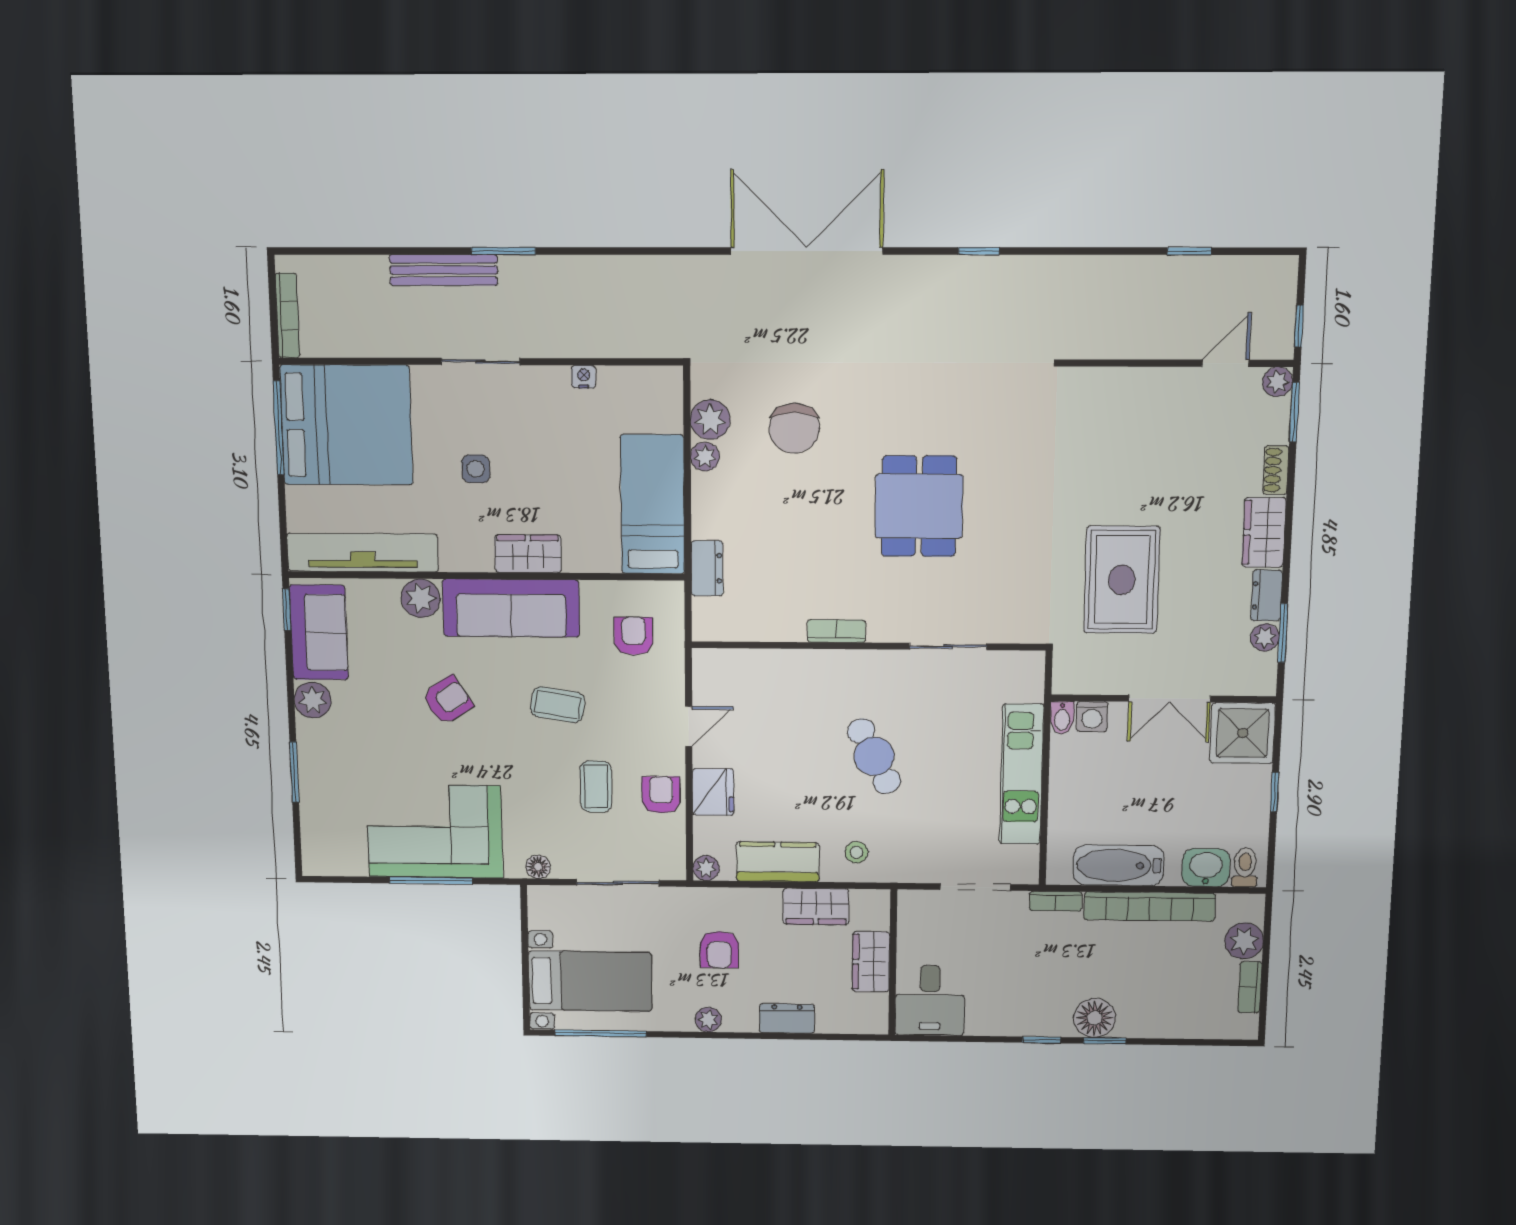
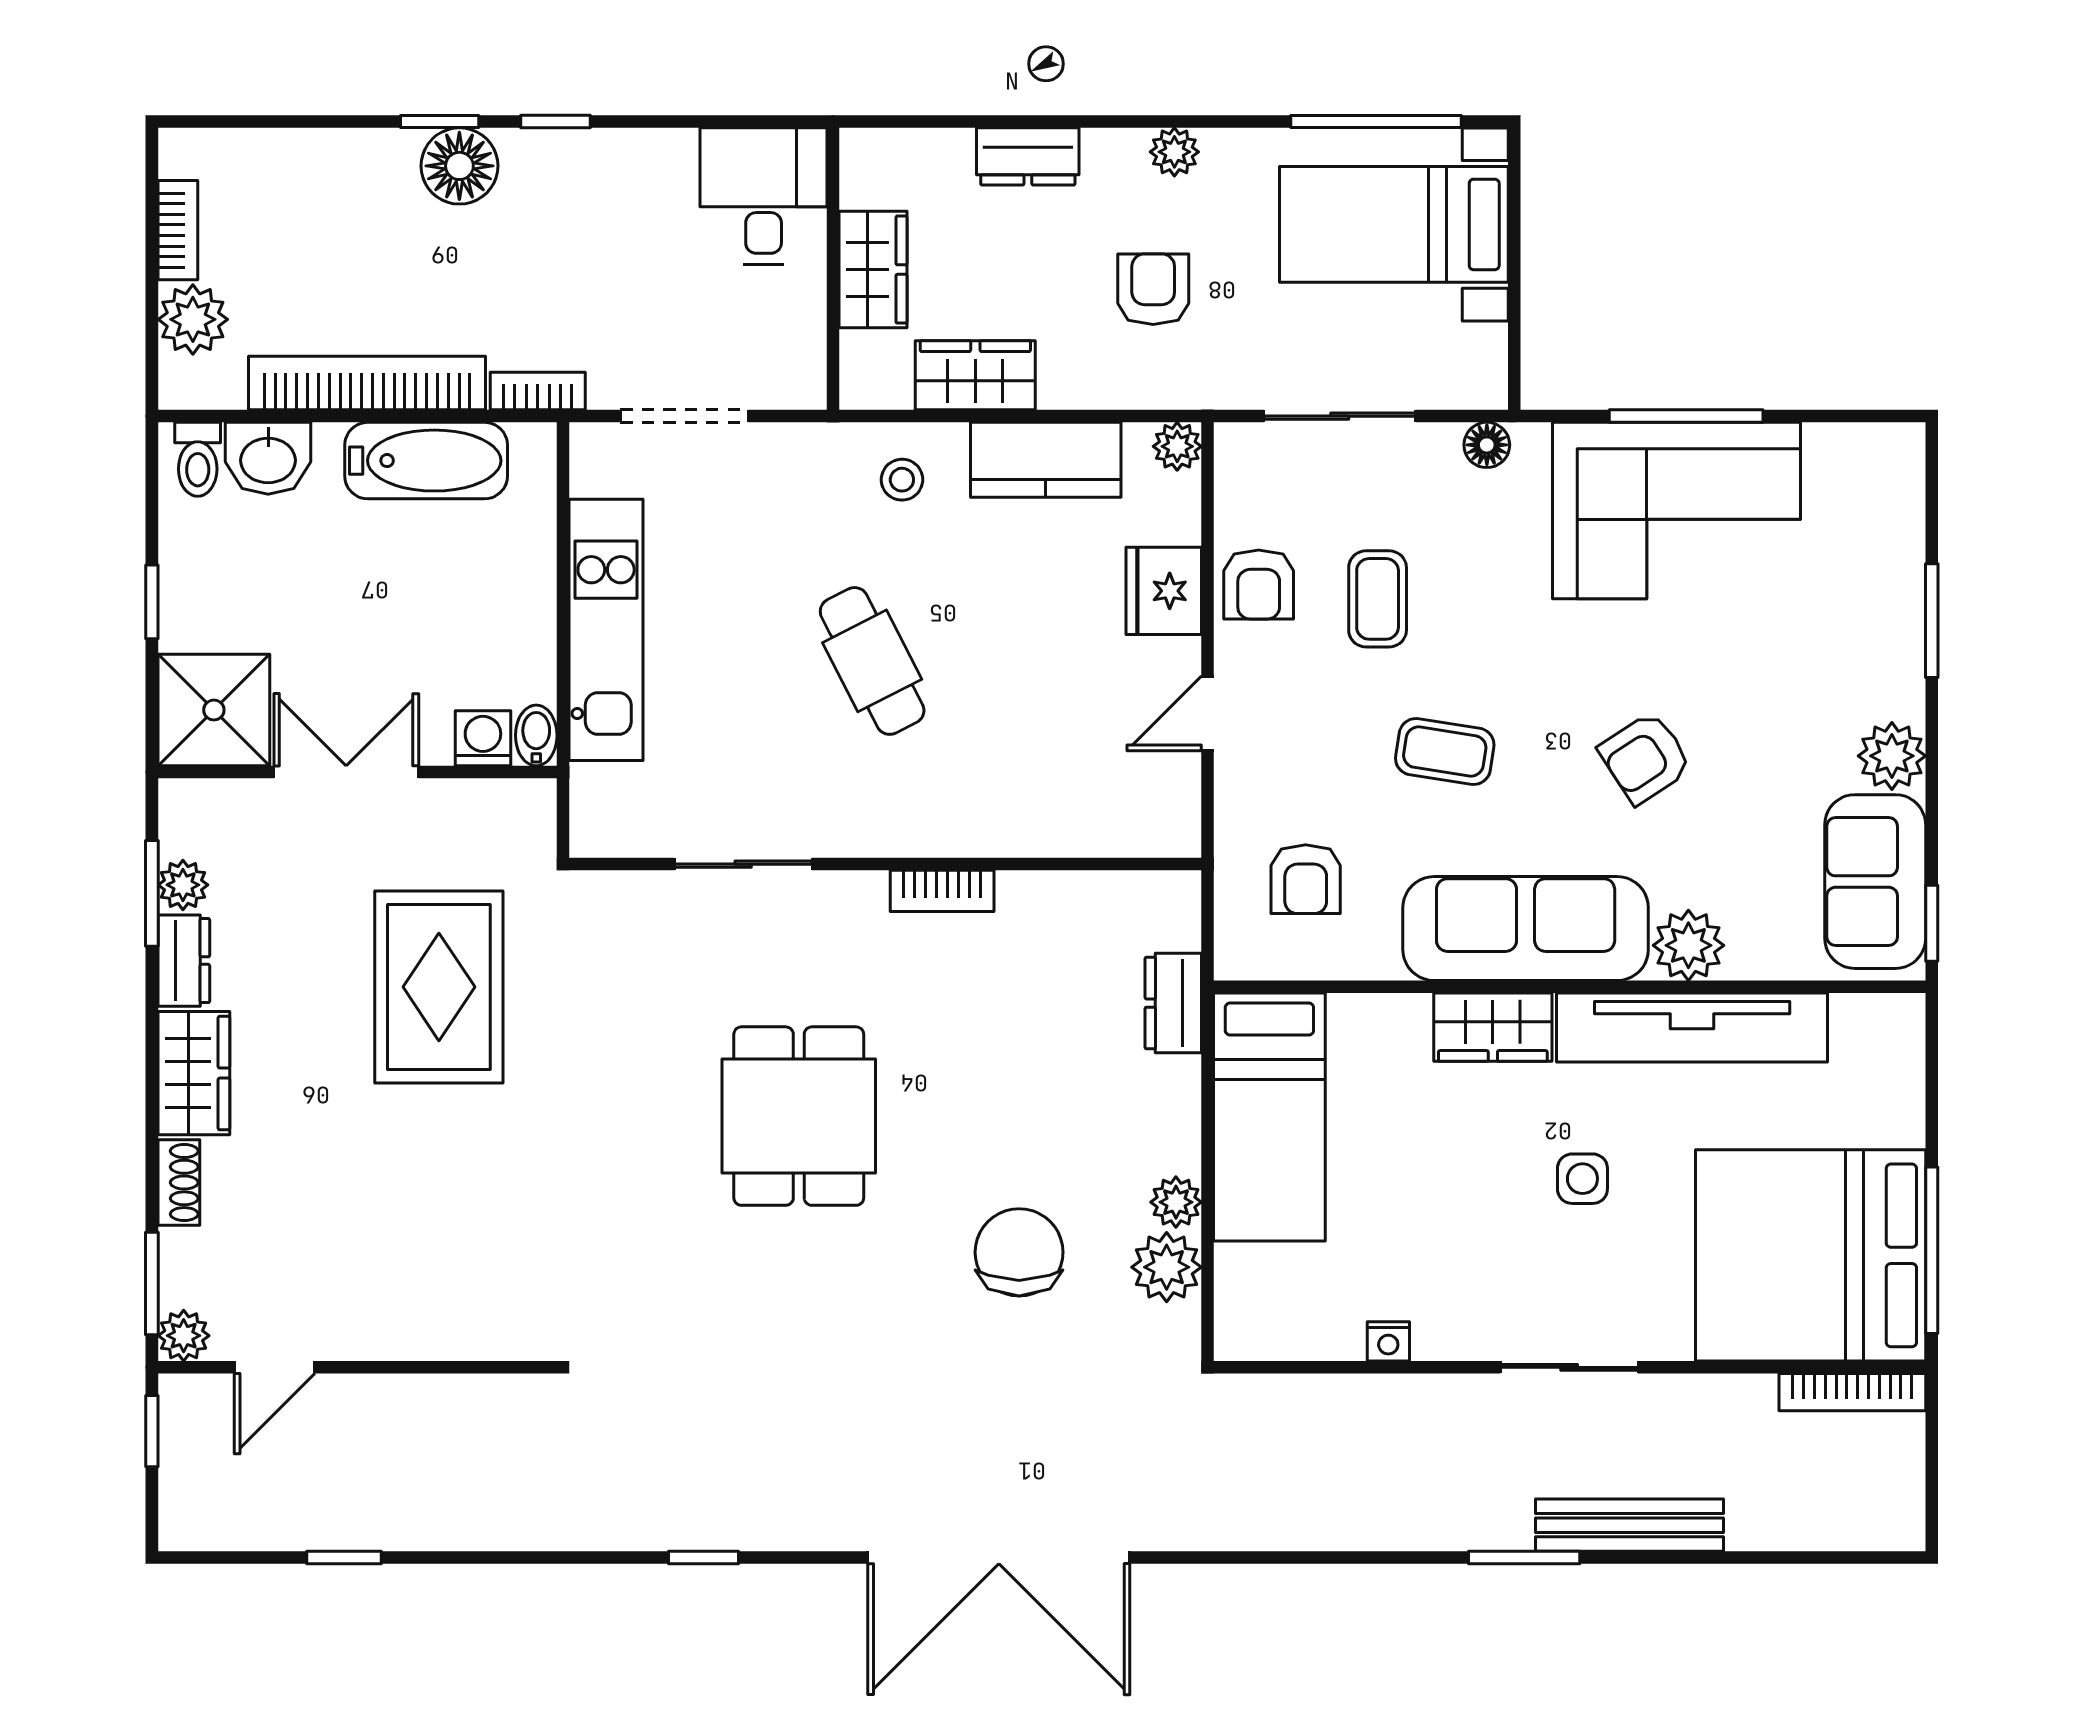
bookcase: (288, 315) -> (1852, 1392), moved, turned -90
tv unit: (363, 553) -> (1692, 1028), moved

